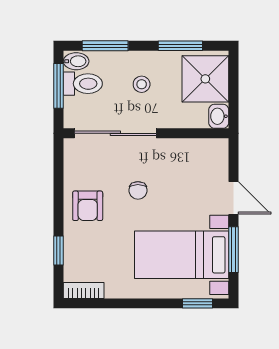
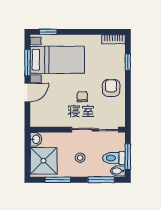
door: (233, 198) -> (27, 92), swing flipped

